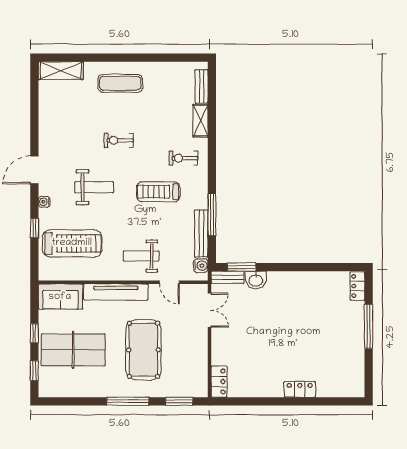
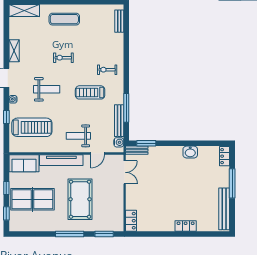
shelving: (201, 121) -> (14, 51), moved
washbasin: (256, 280) -> (190, 152), moved
door: (169, 282) -> (98, 154), hinge flipped
bench: (357, 364) -> (224, 209), added

